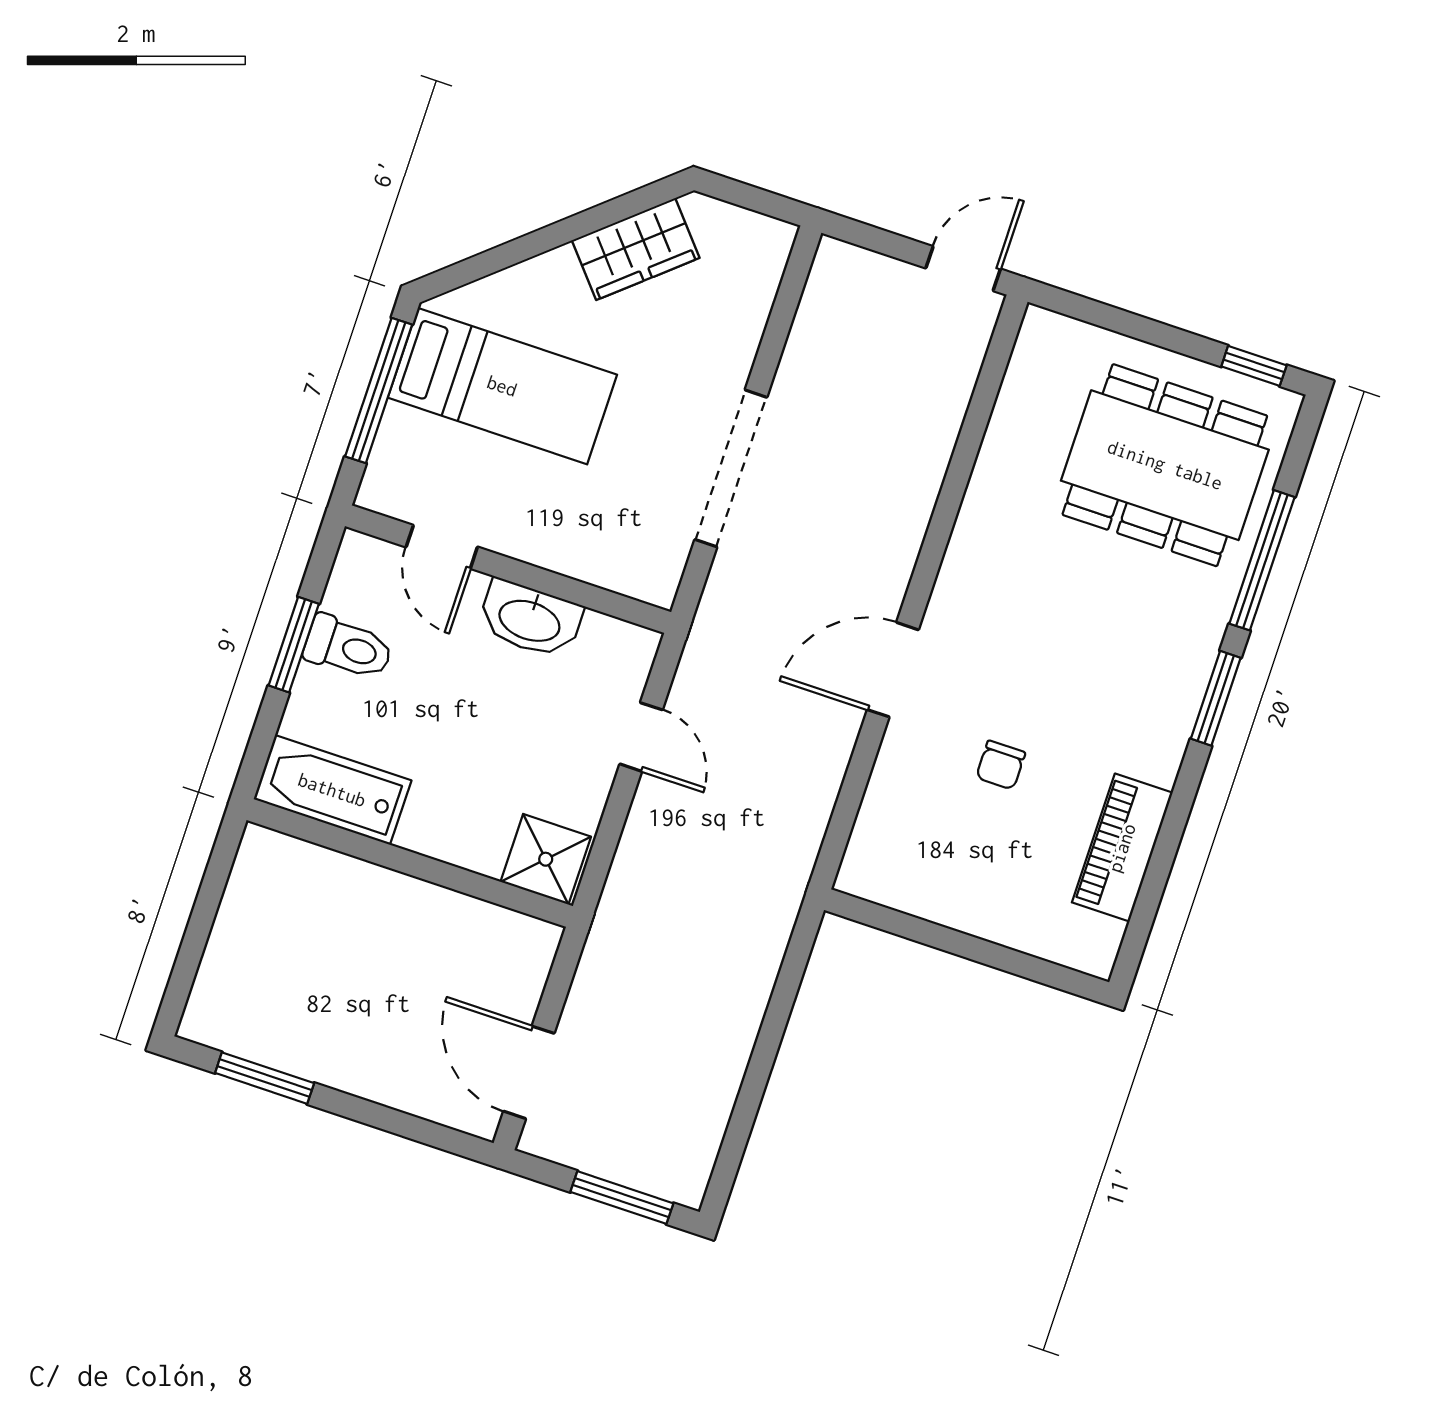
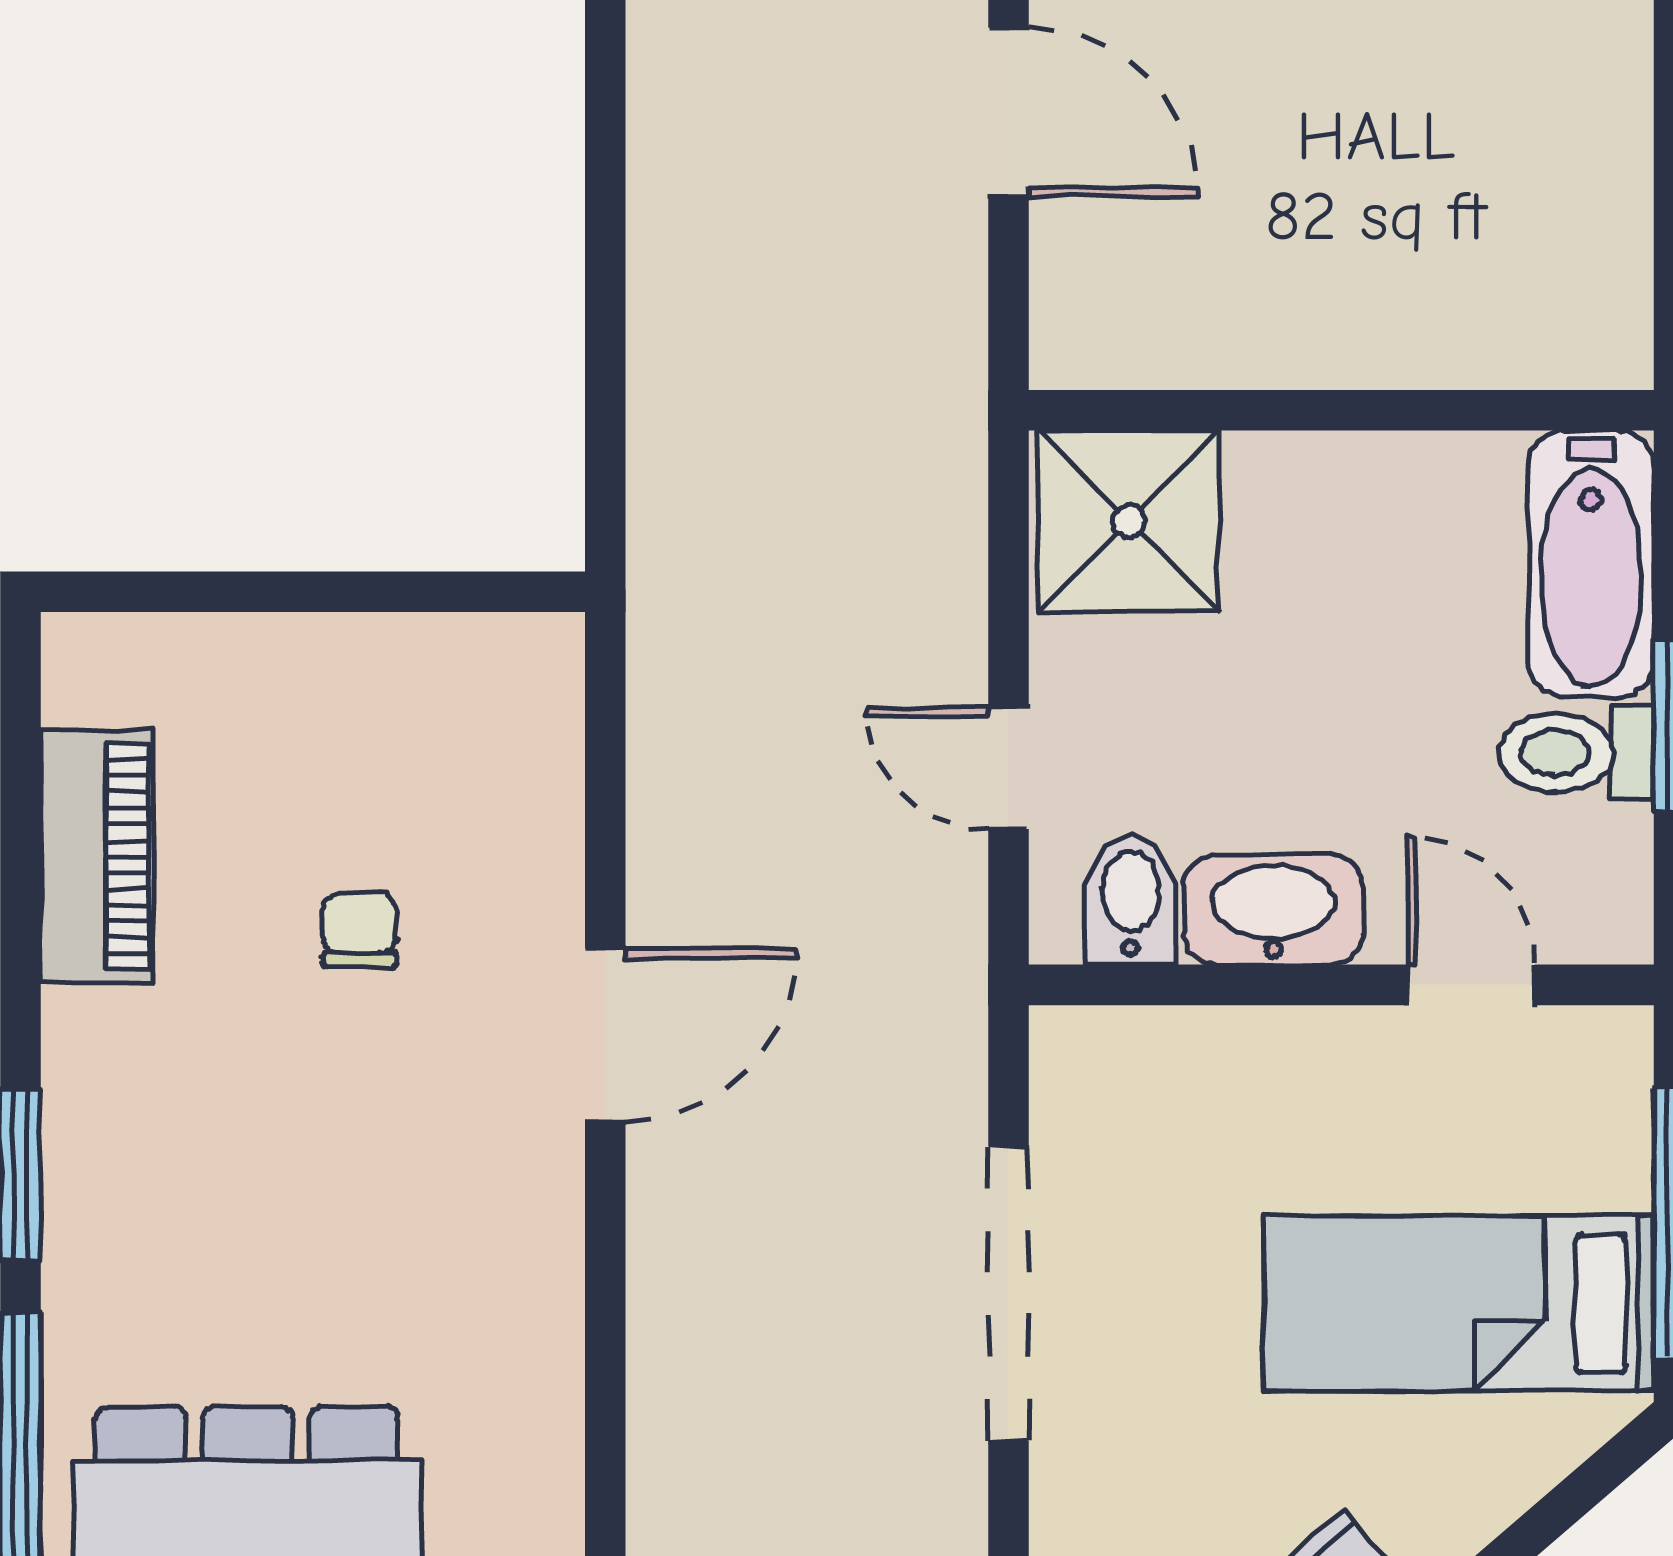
bidet: (601, 649) -> (1131, 900), added
bathtub: (332, 790) -> (1591, 564), moved, turned 90
shower: (546, 859) -> (1129, 521), width x1.36, depth x1.36

